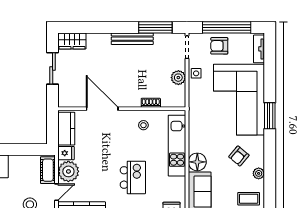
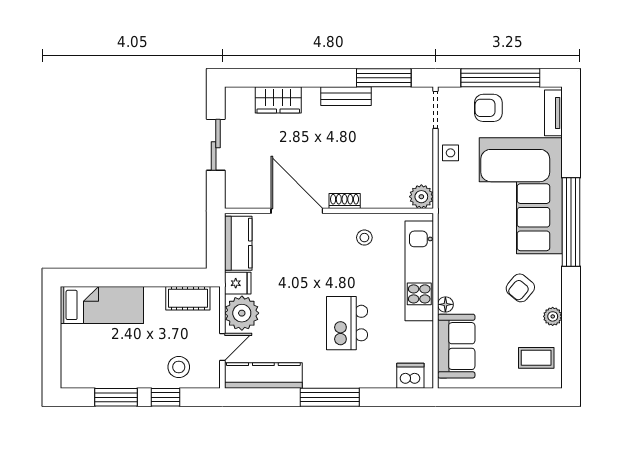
bench: (132, 39) -> (346, 96), width x0.73
wardrobe: (72, 41) -> (278, 100), moved
plant: (178, 78) -> (421, 197), moved
shoe rack: (151, 103) -> (345, 201), moved
window: (270, 116) -> (571, 222), width x2.11
floor lamp: (197, 162) -> (445, 304), width x0.53, depth x0.53
cot: (48, 170) -> (188, 298), moved, turned 90
kitchen island: (133, 177) -> (347, 323), turned 180

